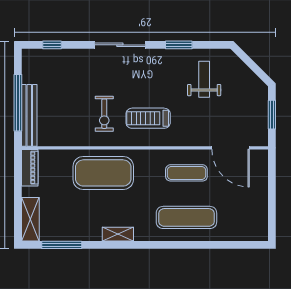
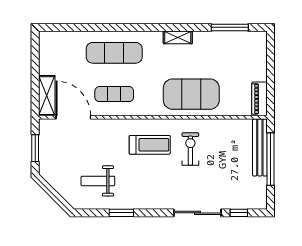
sliding door: (120, 45) -> (197, 213), moved
weight bench: (204, 79) -> (98, 181), turned 90
shelving: (30, 219) -> (47, 96), moved

